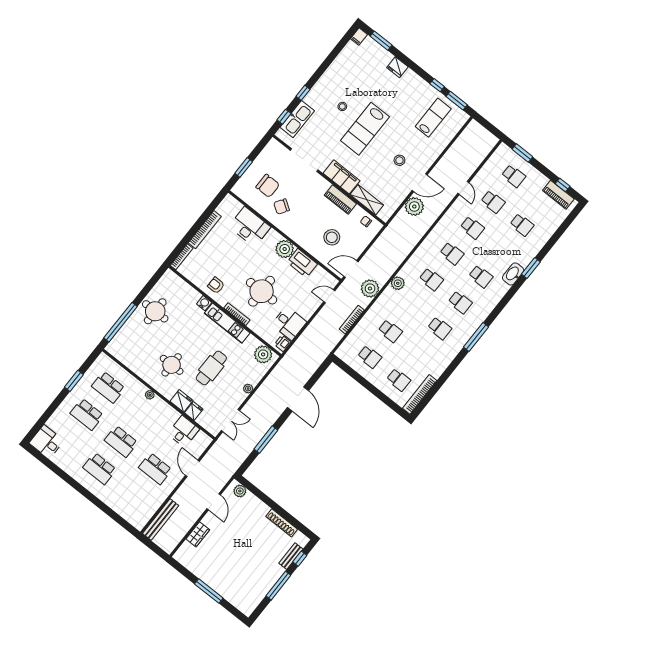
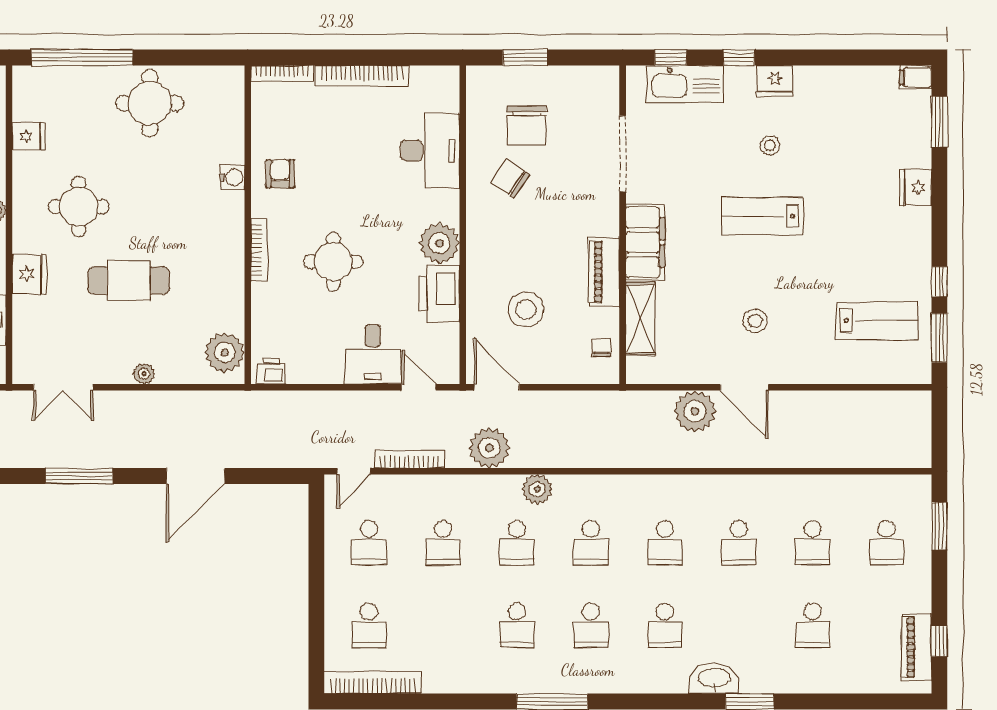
fridge: (321, 87) -> (775, 81), added
lab bench: (365, 129) -> (762, 216), width x0.73, depth x0.72
door: (463, 188) -> (354, 471), moved
round table: (262, 291) -> (333, 262), width x0.73, depth x0.73
school desk: (411, 305) -> (517, 543), added
kitchen unit: (227, 323) -> (229, 246), removed
desk: (289, 323) -> (373, 354), moved
fridge: (194, 411) -> (29, 137), moved

